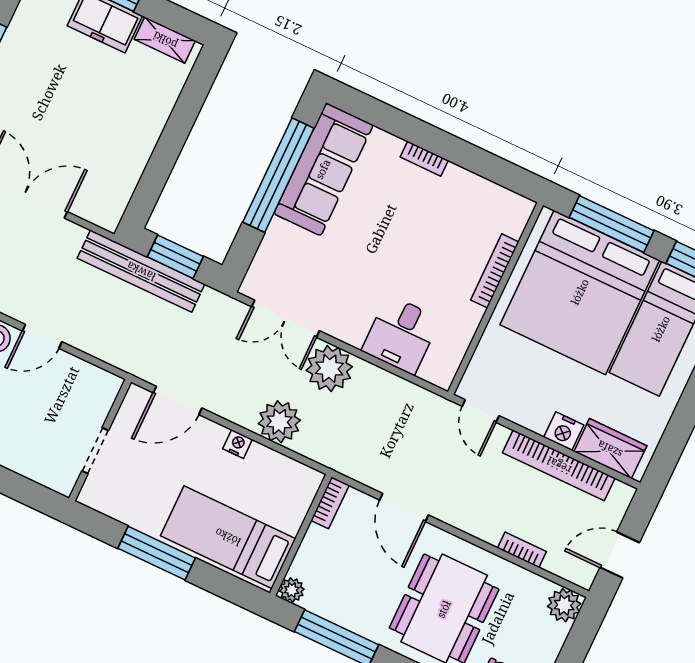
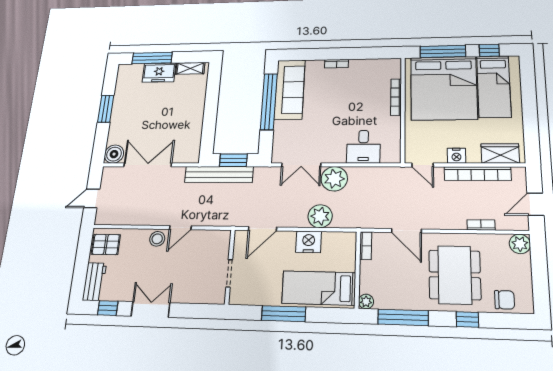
nightstand: (564, 431) -> (456, 156), moved
nightstand: (238, 444) -> (309, 242), width x1.89, depth x1.79

